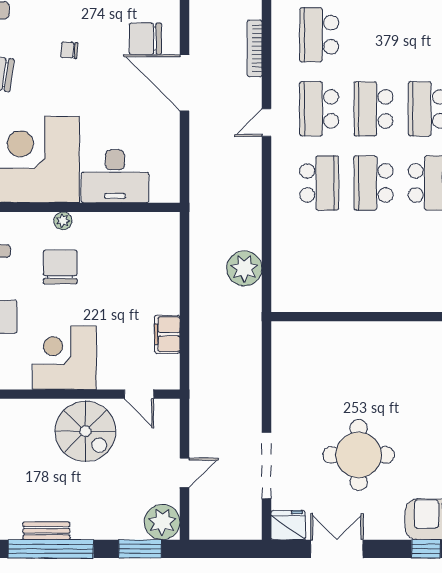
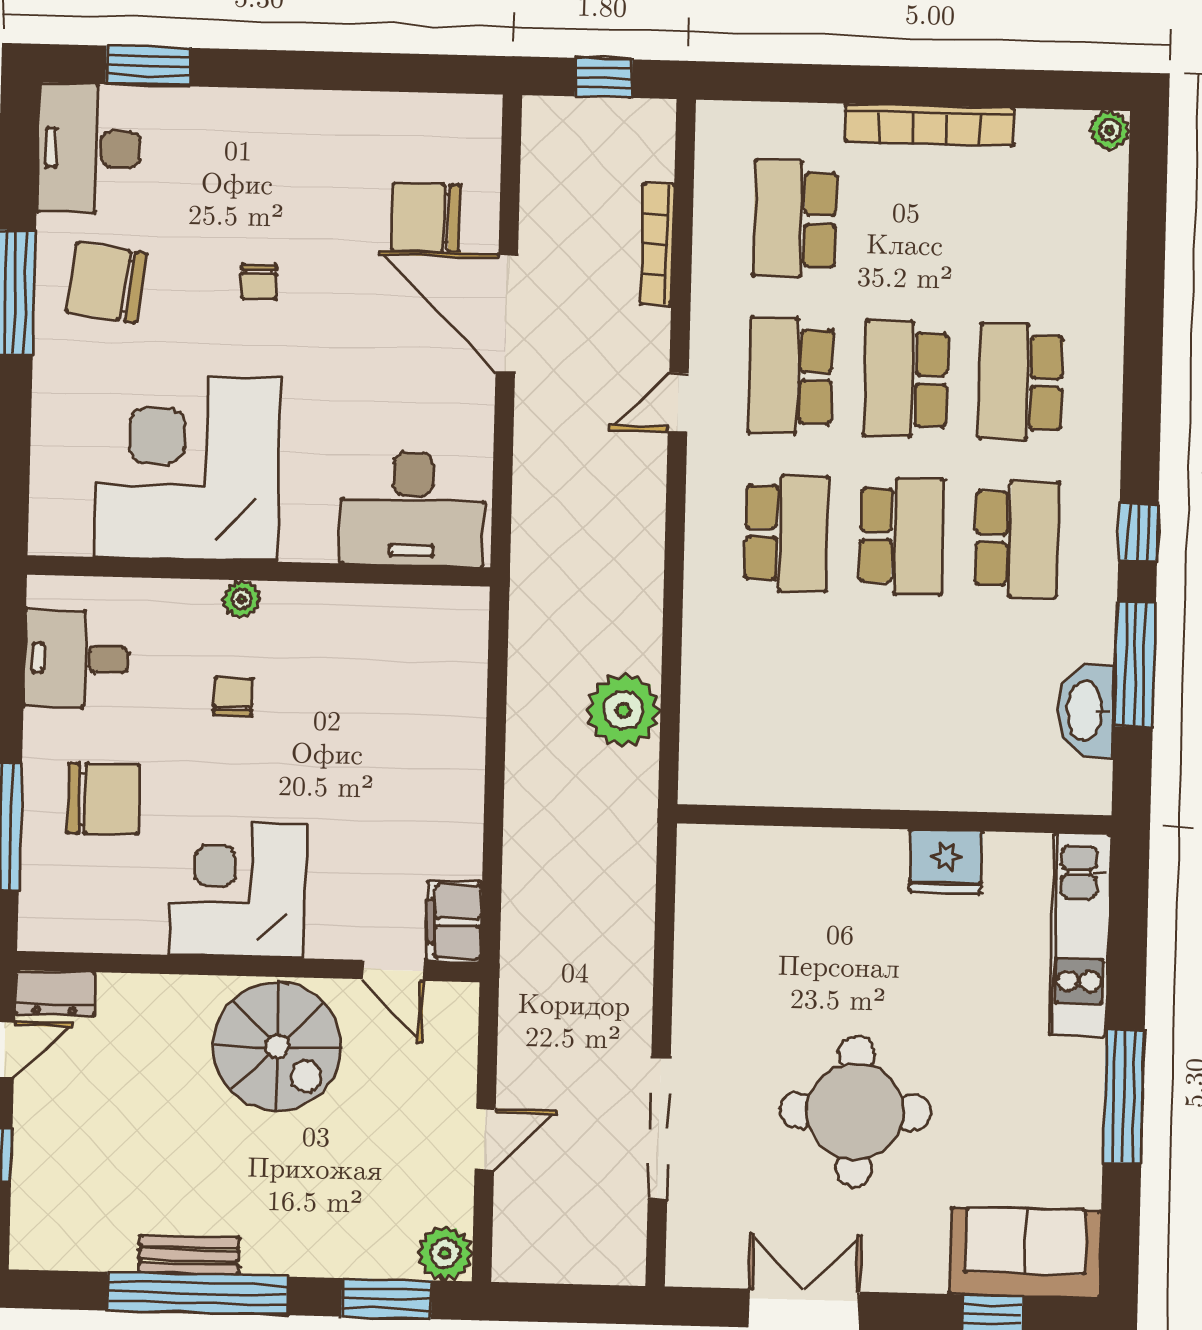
chair: (69, 50) -> (259, 282), moved, turned -94
desk: (115, 176) -> (412, 509), moved
school desk: (373, 183) -> (902, 536), turned 180
chair: (60, 267) -> (233, 697), width x0.54, depth x0.54
filing cabinet: (167, 334) -> (454, 922), moved
plant: (162, 522) -> (445, 1253), width x0.73, depth x0.73
fridge: (288, 525) -> (946, 861), moved, turned 180

